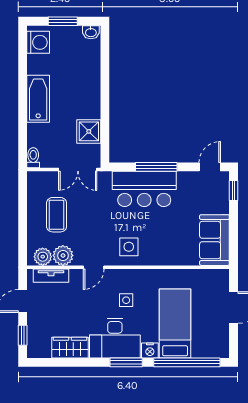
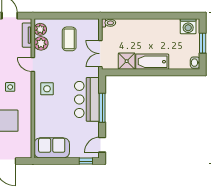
bathtub: (38, 99) -> (152, 62), moved, turned 180
door: (210, 167) -> (102, 145), swing flipped
coffee table: (57, 215) -> (69, 39), turned 90

